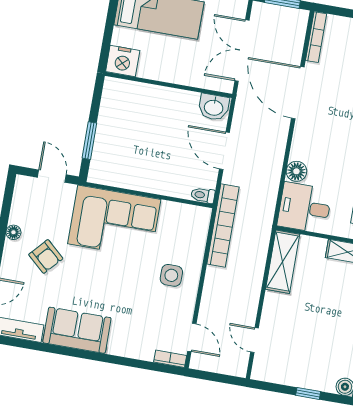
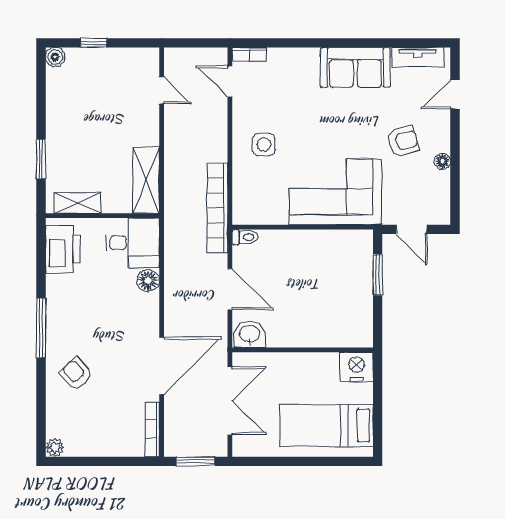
door: (298, 93) -> (162, 366), hinge flipped
armchair: (46, 256) -> (403, 141), turned 122

